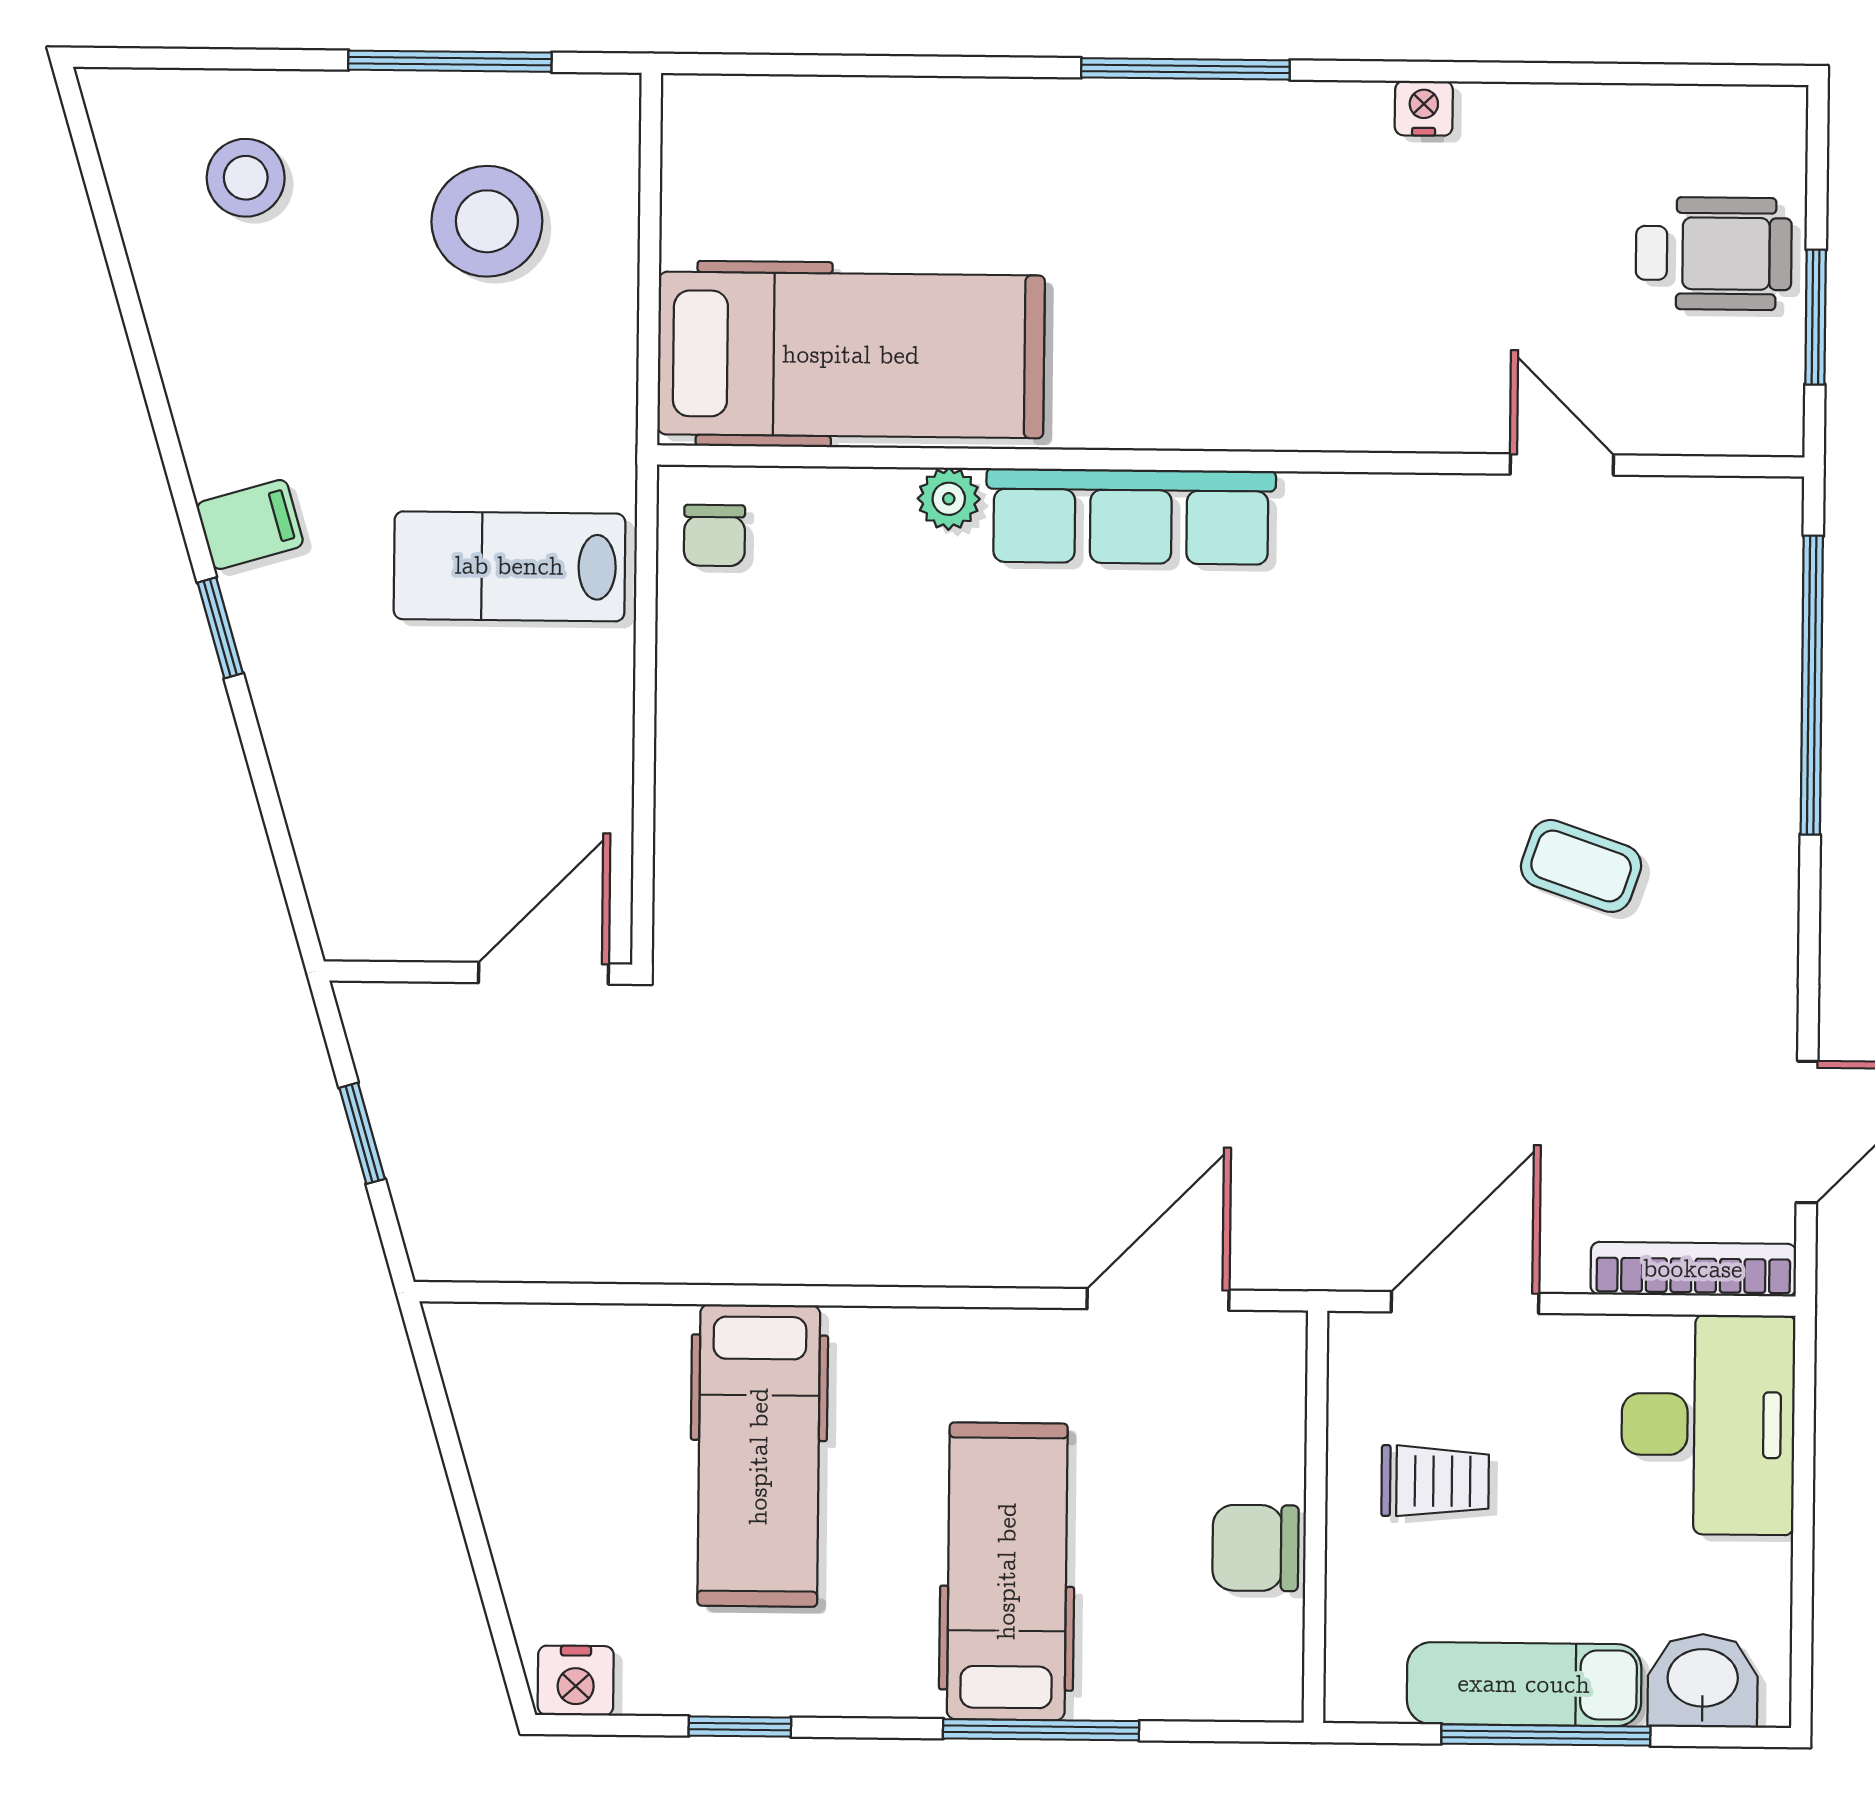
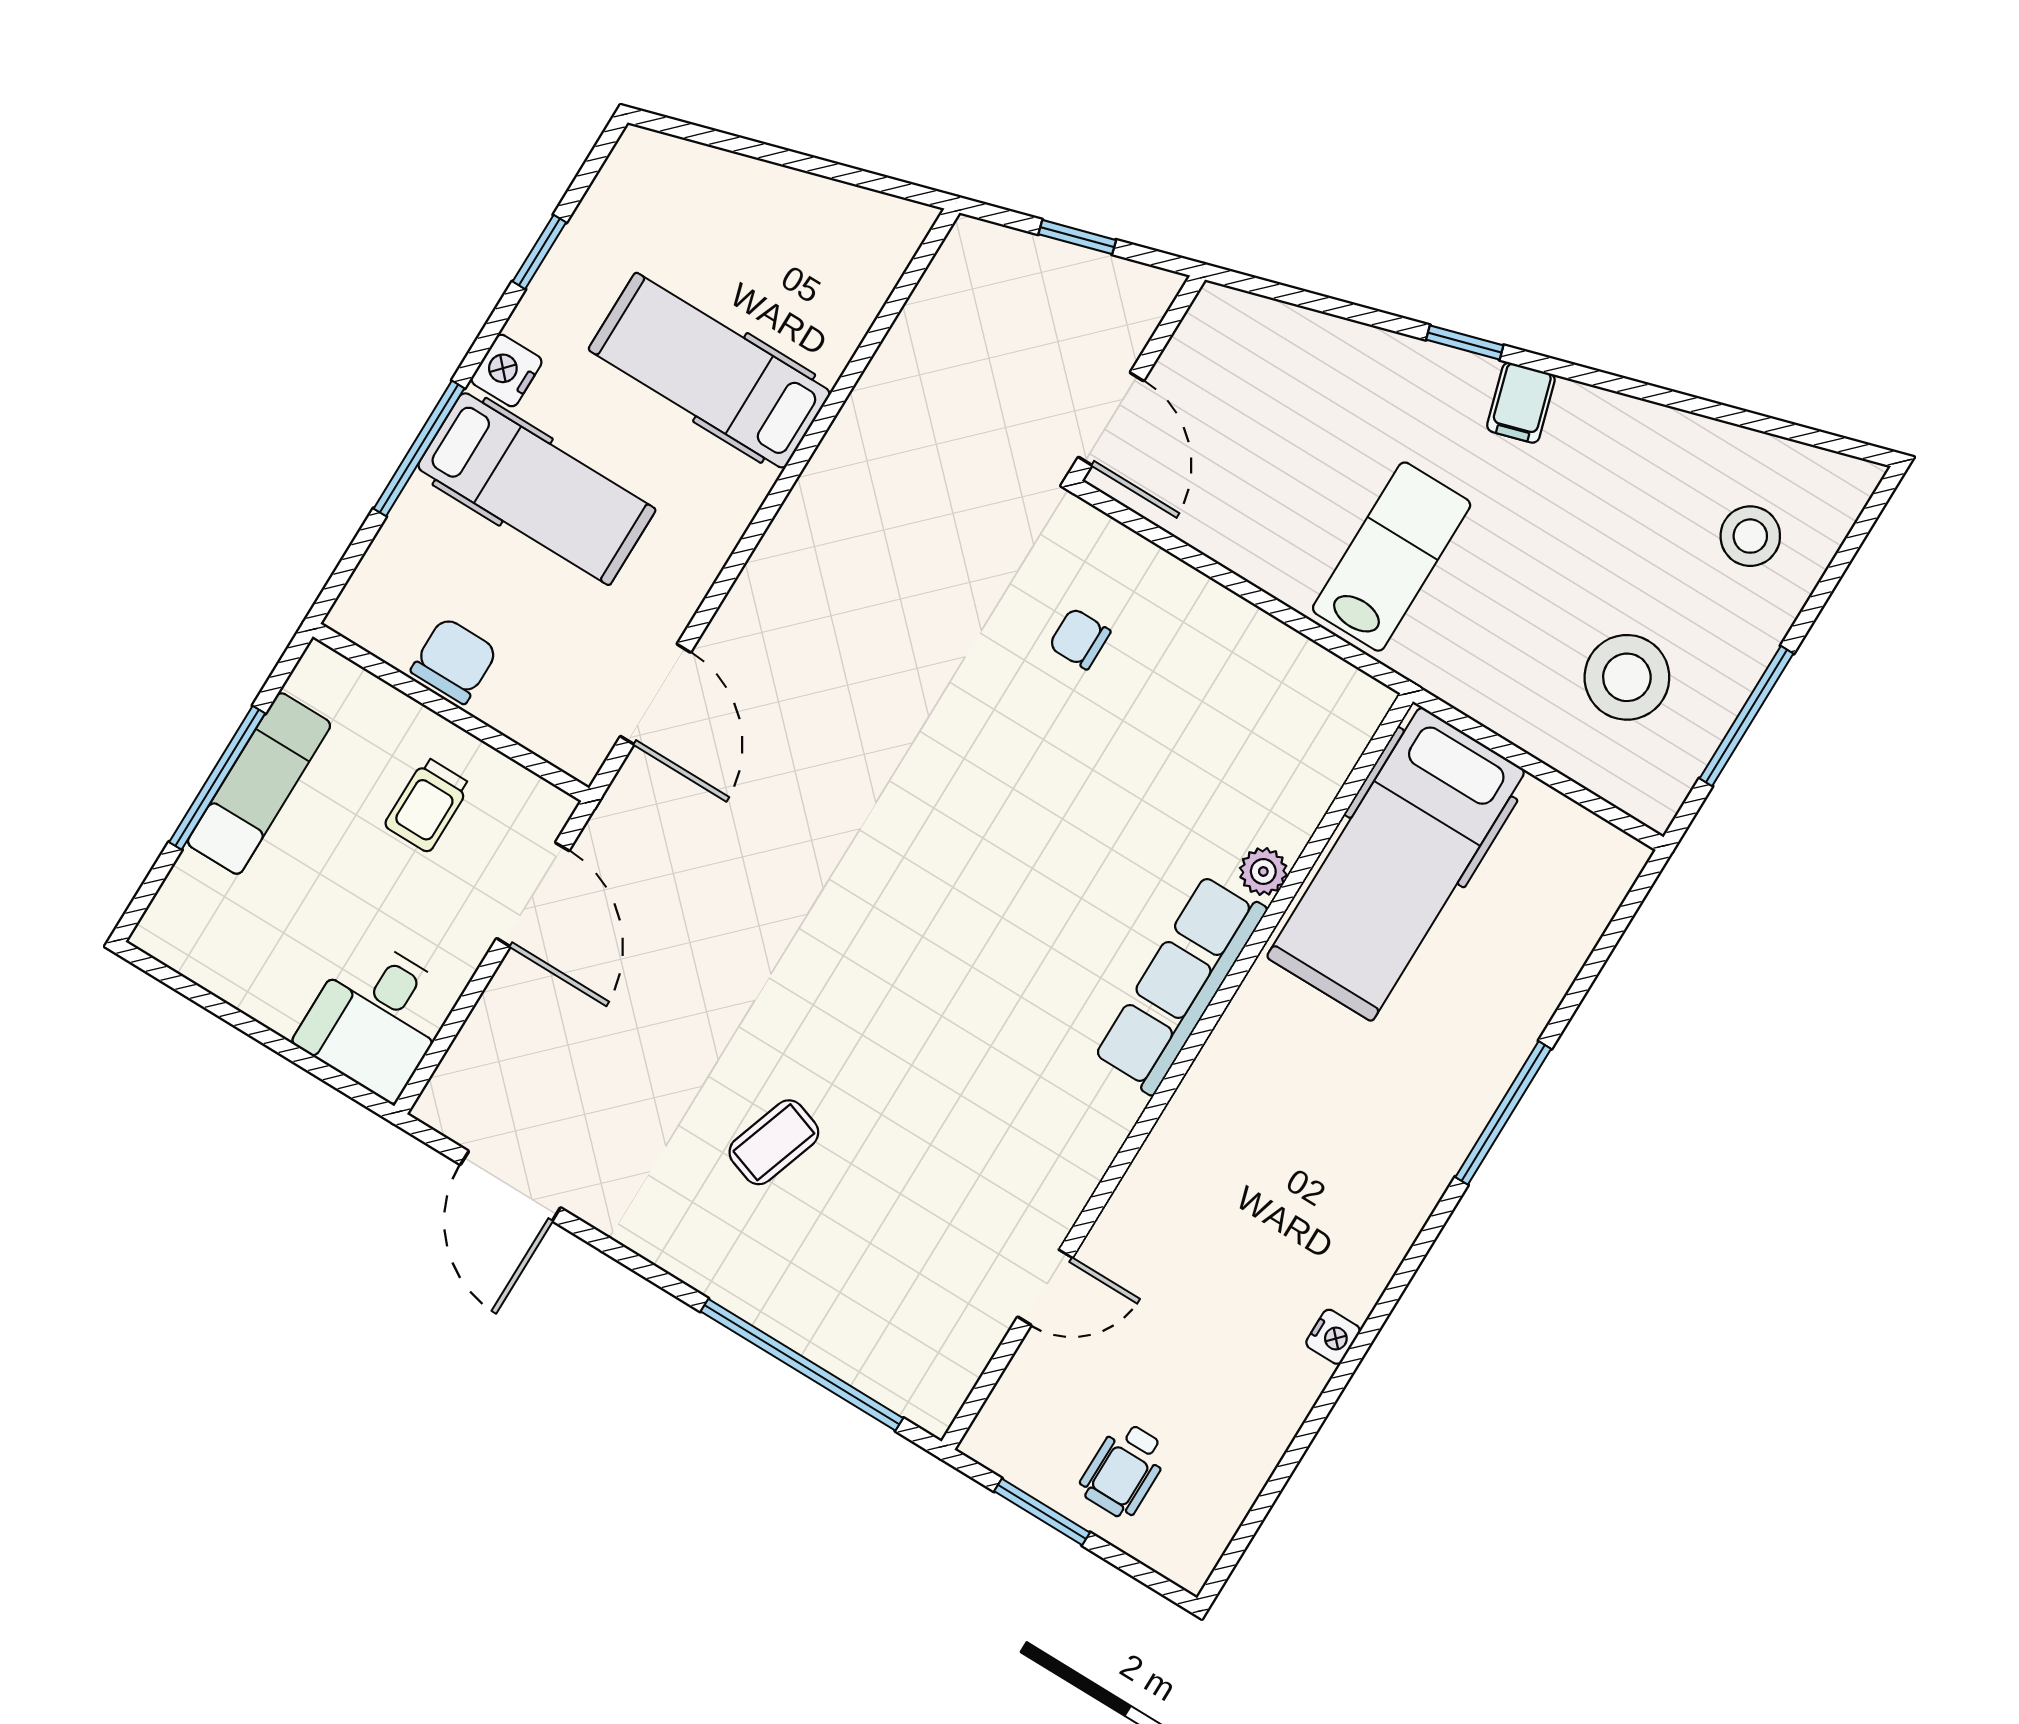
window: (1185, 69) -> (1503, 1113), moved
wheelchair: (1714, 253) -> (1124, 1470), width x0.73, depth x0.73
chair: (714, 535) -> (1080, 639), moved
bookcase: (1693, 1269) -> (465, 1058), removed
desk: (1708, 1425) -> (377, 1018), width x0.73
nightstand: (576, 1681) -> (506, 371), moved
washbasin: (1703, 1681) -> (191, 902), removed

